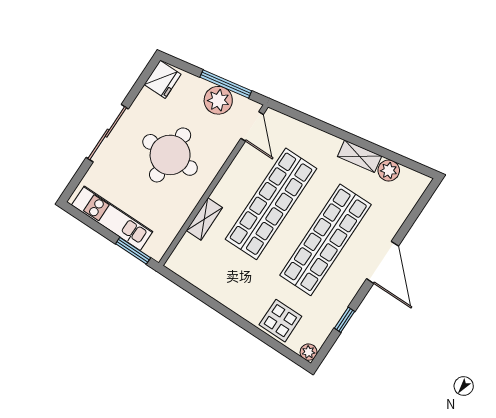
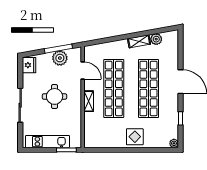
door: (252, 126) -> (83, 70), moved
round table: (170, 155) -> (55, 96), width x0.73, depth x0.73
shelving: (204, 219) -> (89, 101), moved
display table: (280, 321) -> (135, 137), moved

